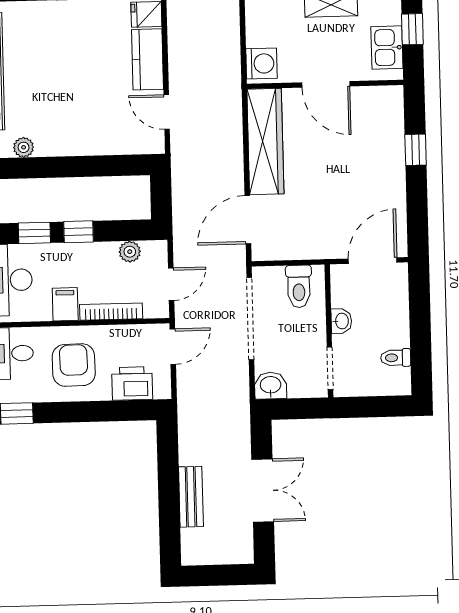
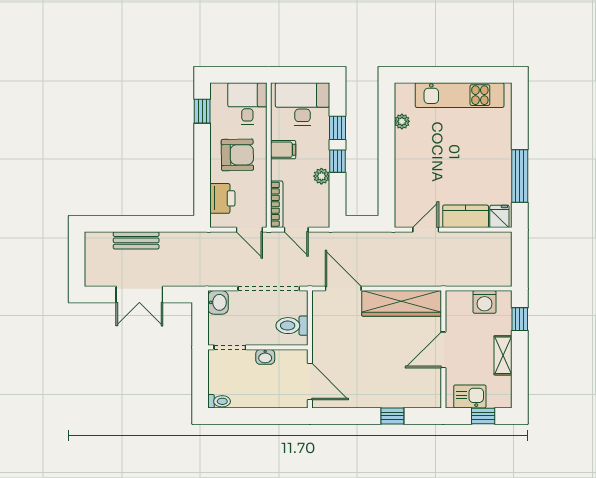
washing machine: (261, 63) -> (485, 302), moved
plant: (130, 252) -> (321, 176), moved
bookcase: (111, 312) -> (277, 204), moved
toilet: (396, 358) -> (219, 401), moved, turned 90

